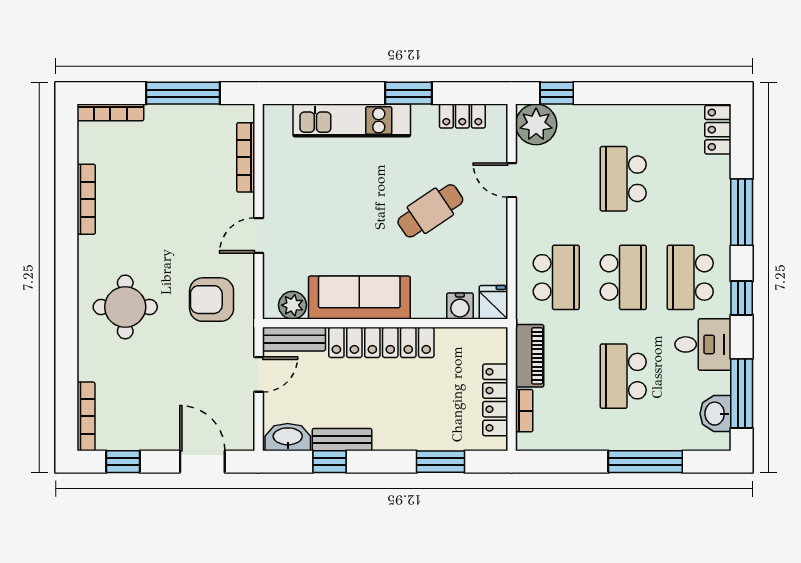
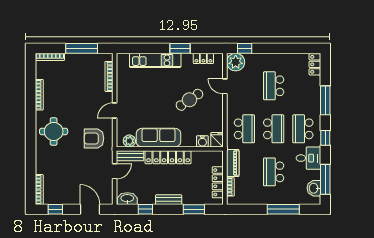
round table: (125, 307) -> (54, 131), moved
bench: (342, 440) -> (169, 200), moved

